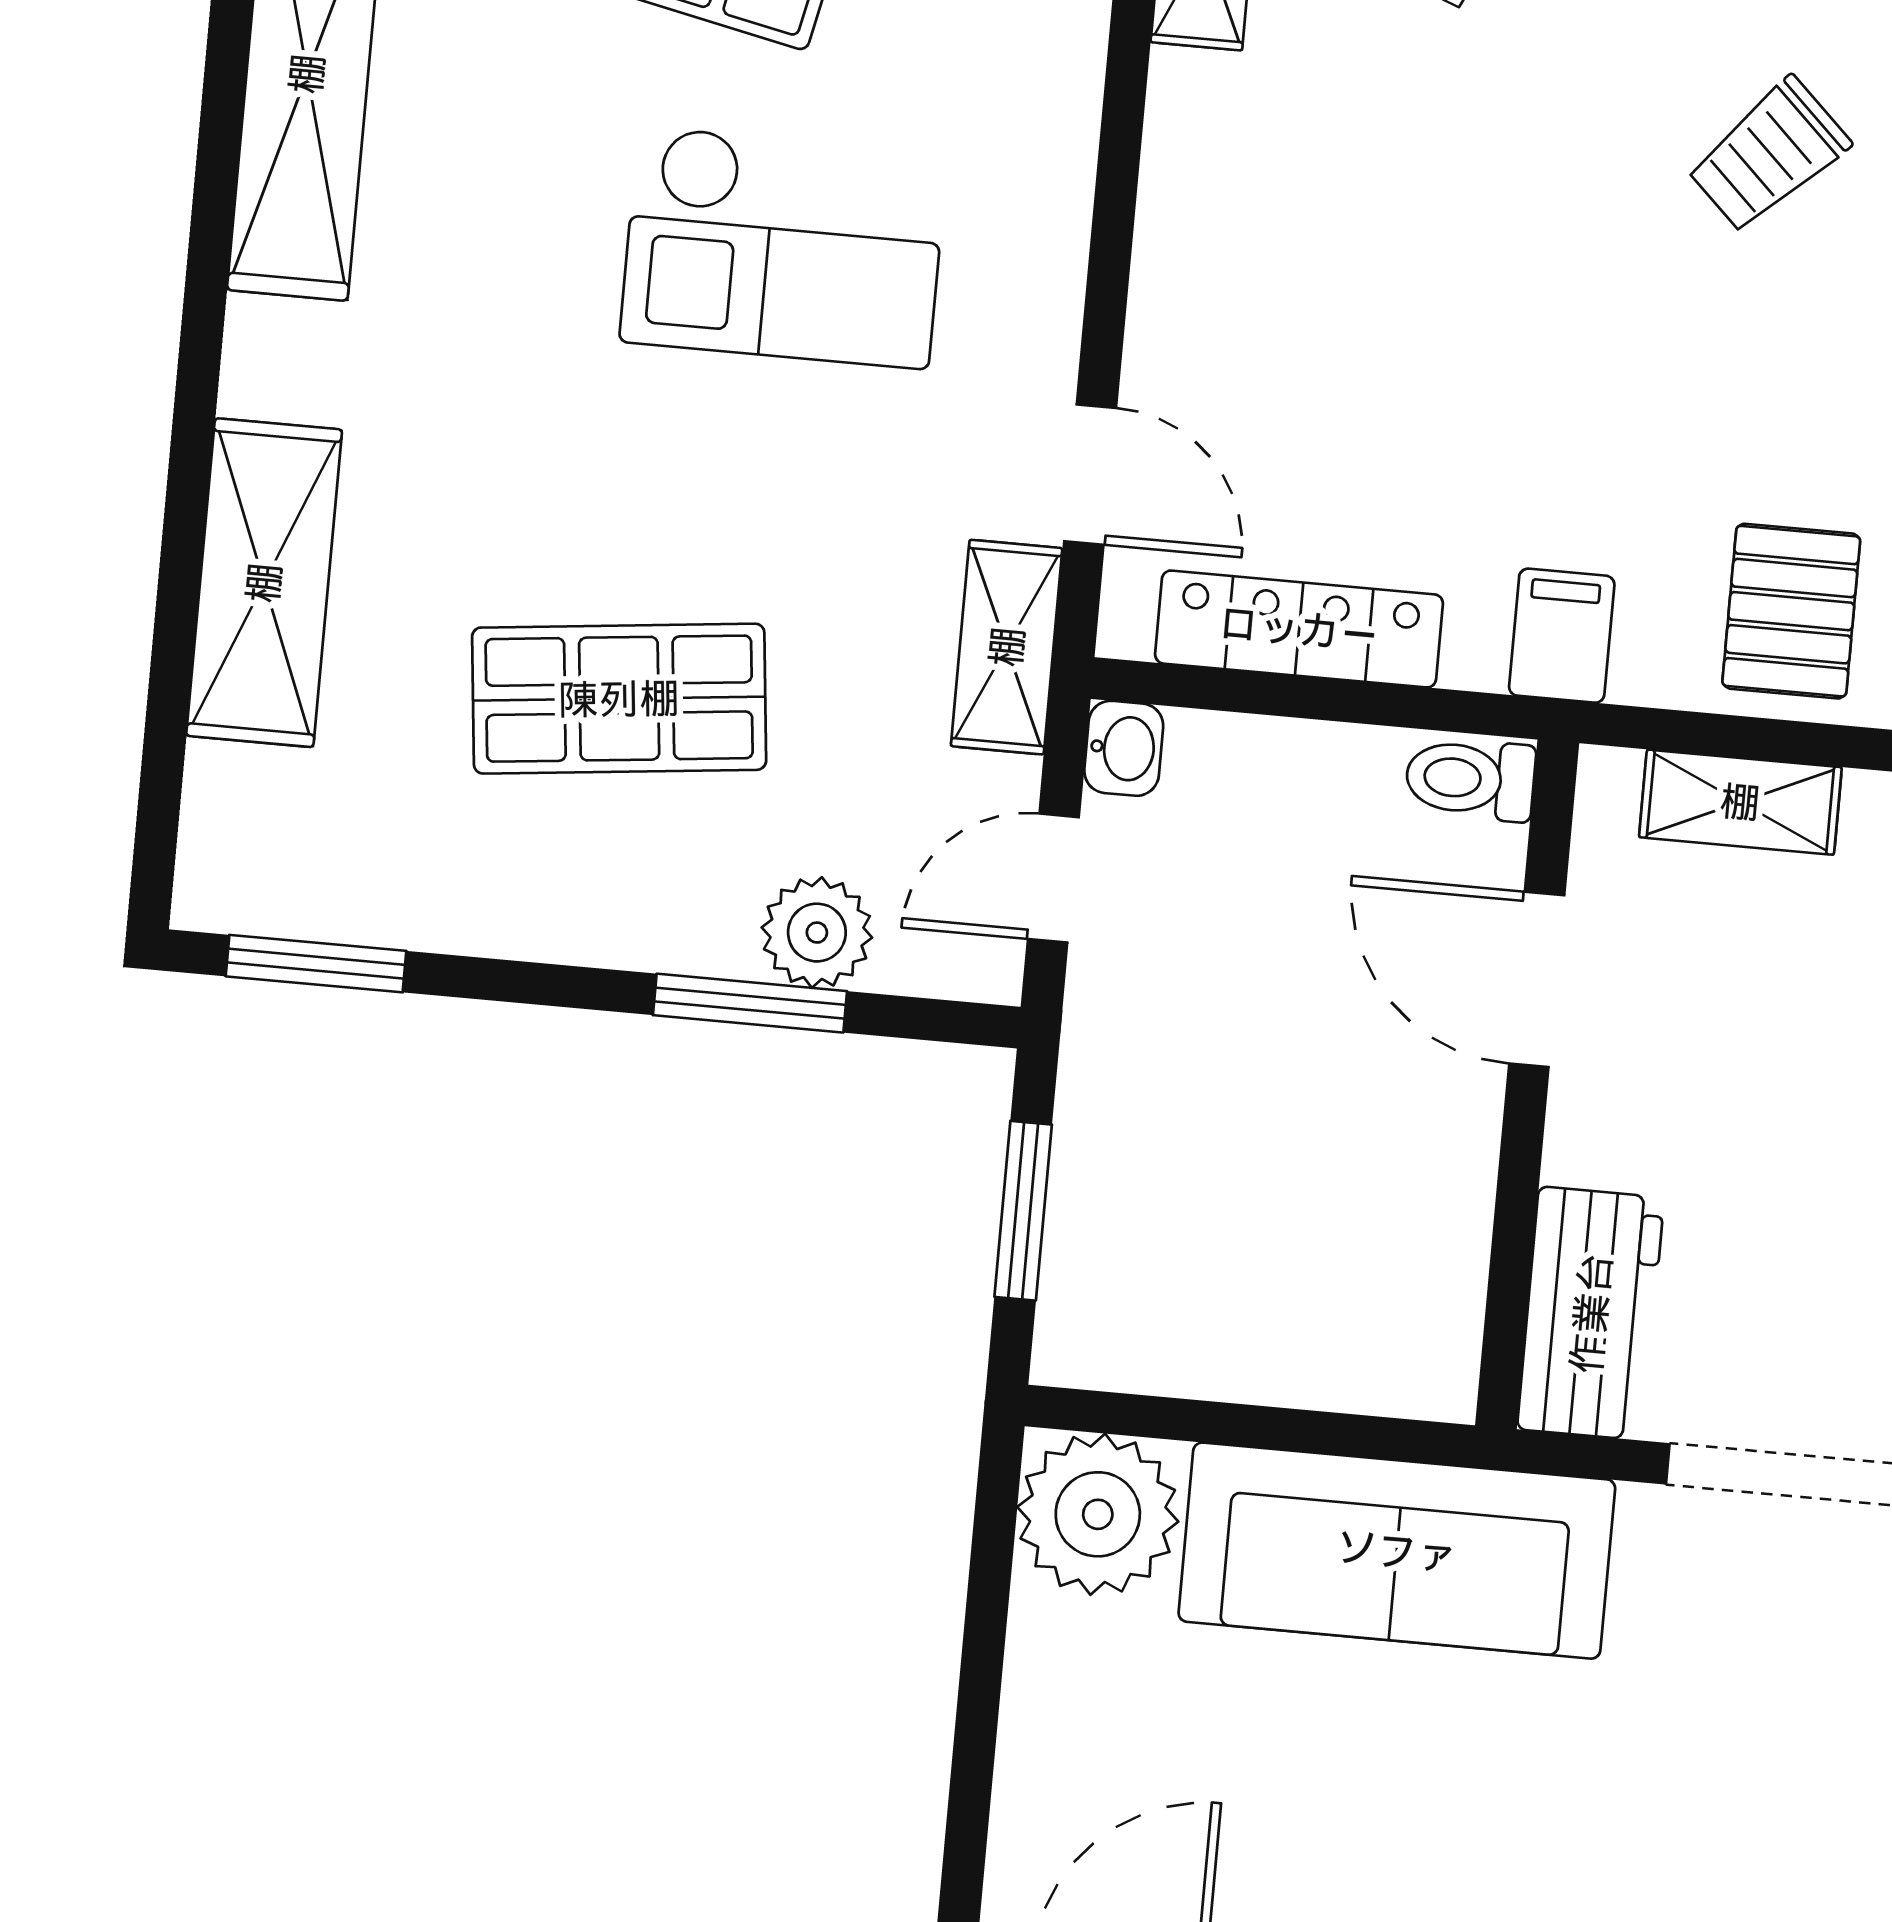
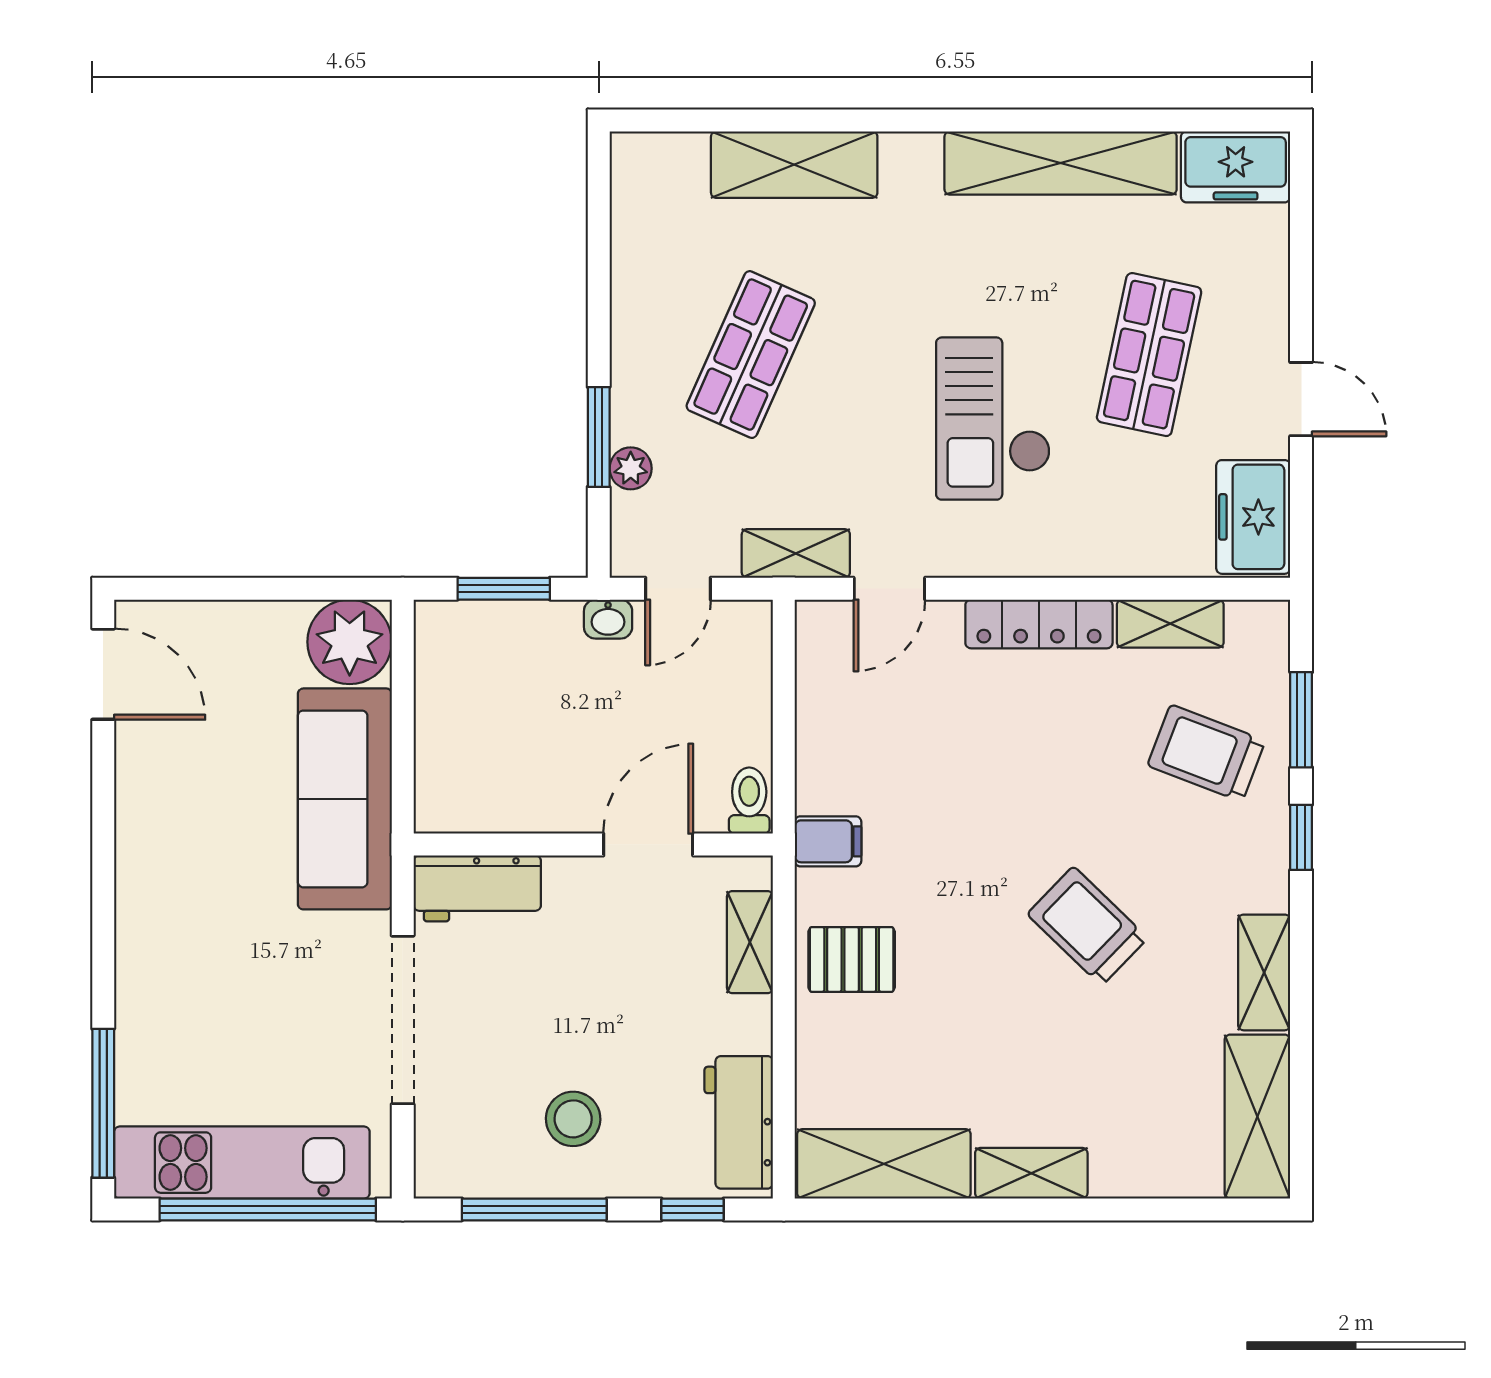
trolley: (1768, 155) -> (1087, 926), width x1.36, depth x1.39
locker: (1299, 629) -> (1039, 624), moved, turned 90
shop shelf: (619, 699) -> (751, 355), turned 30
washbasin: (1124, 748) -> (608, 619), moved
door: (1053, 878) -> (678, 589), swing flipped
plant: (817, 933) -> (631, 468), width x0.73, depth x0.73
window: (316, 964) -> (599, 210), removed

